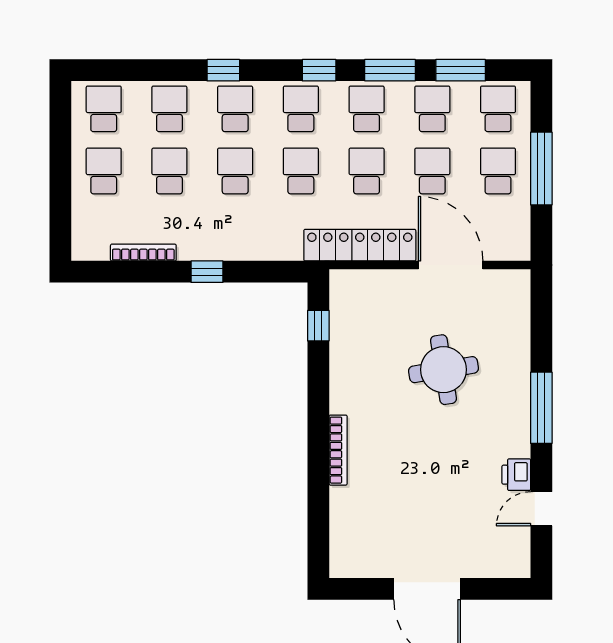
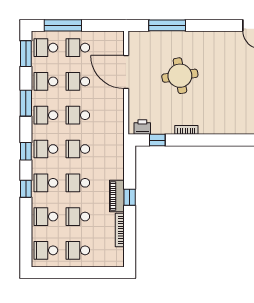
window: (319, 70) -> (26, 151), moved
window: (461, 70) -> (26, 54), moved
window: (541, 169) -> (63, 25), moved
locker: (360, 245) -> (116, 119), removed
piano: (209, 247) -> (117, 196), added
door: (451, 265) -> (126, 72), hinge flipped
window: (541, 408) -> (167, 25), moved
bookcase: (338, 450) -> (186, 130), moved, width x0.64
printer: (516, 475) -> (142, 127), moved, turned 180

